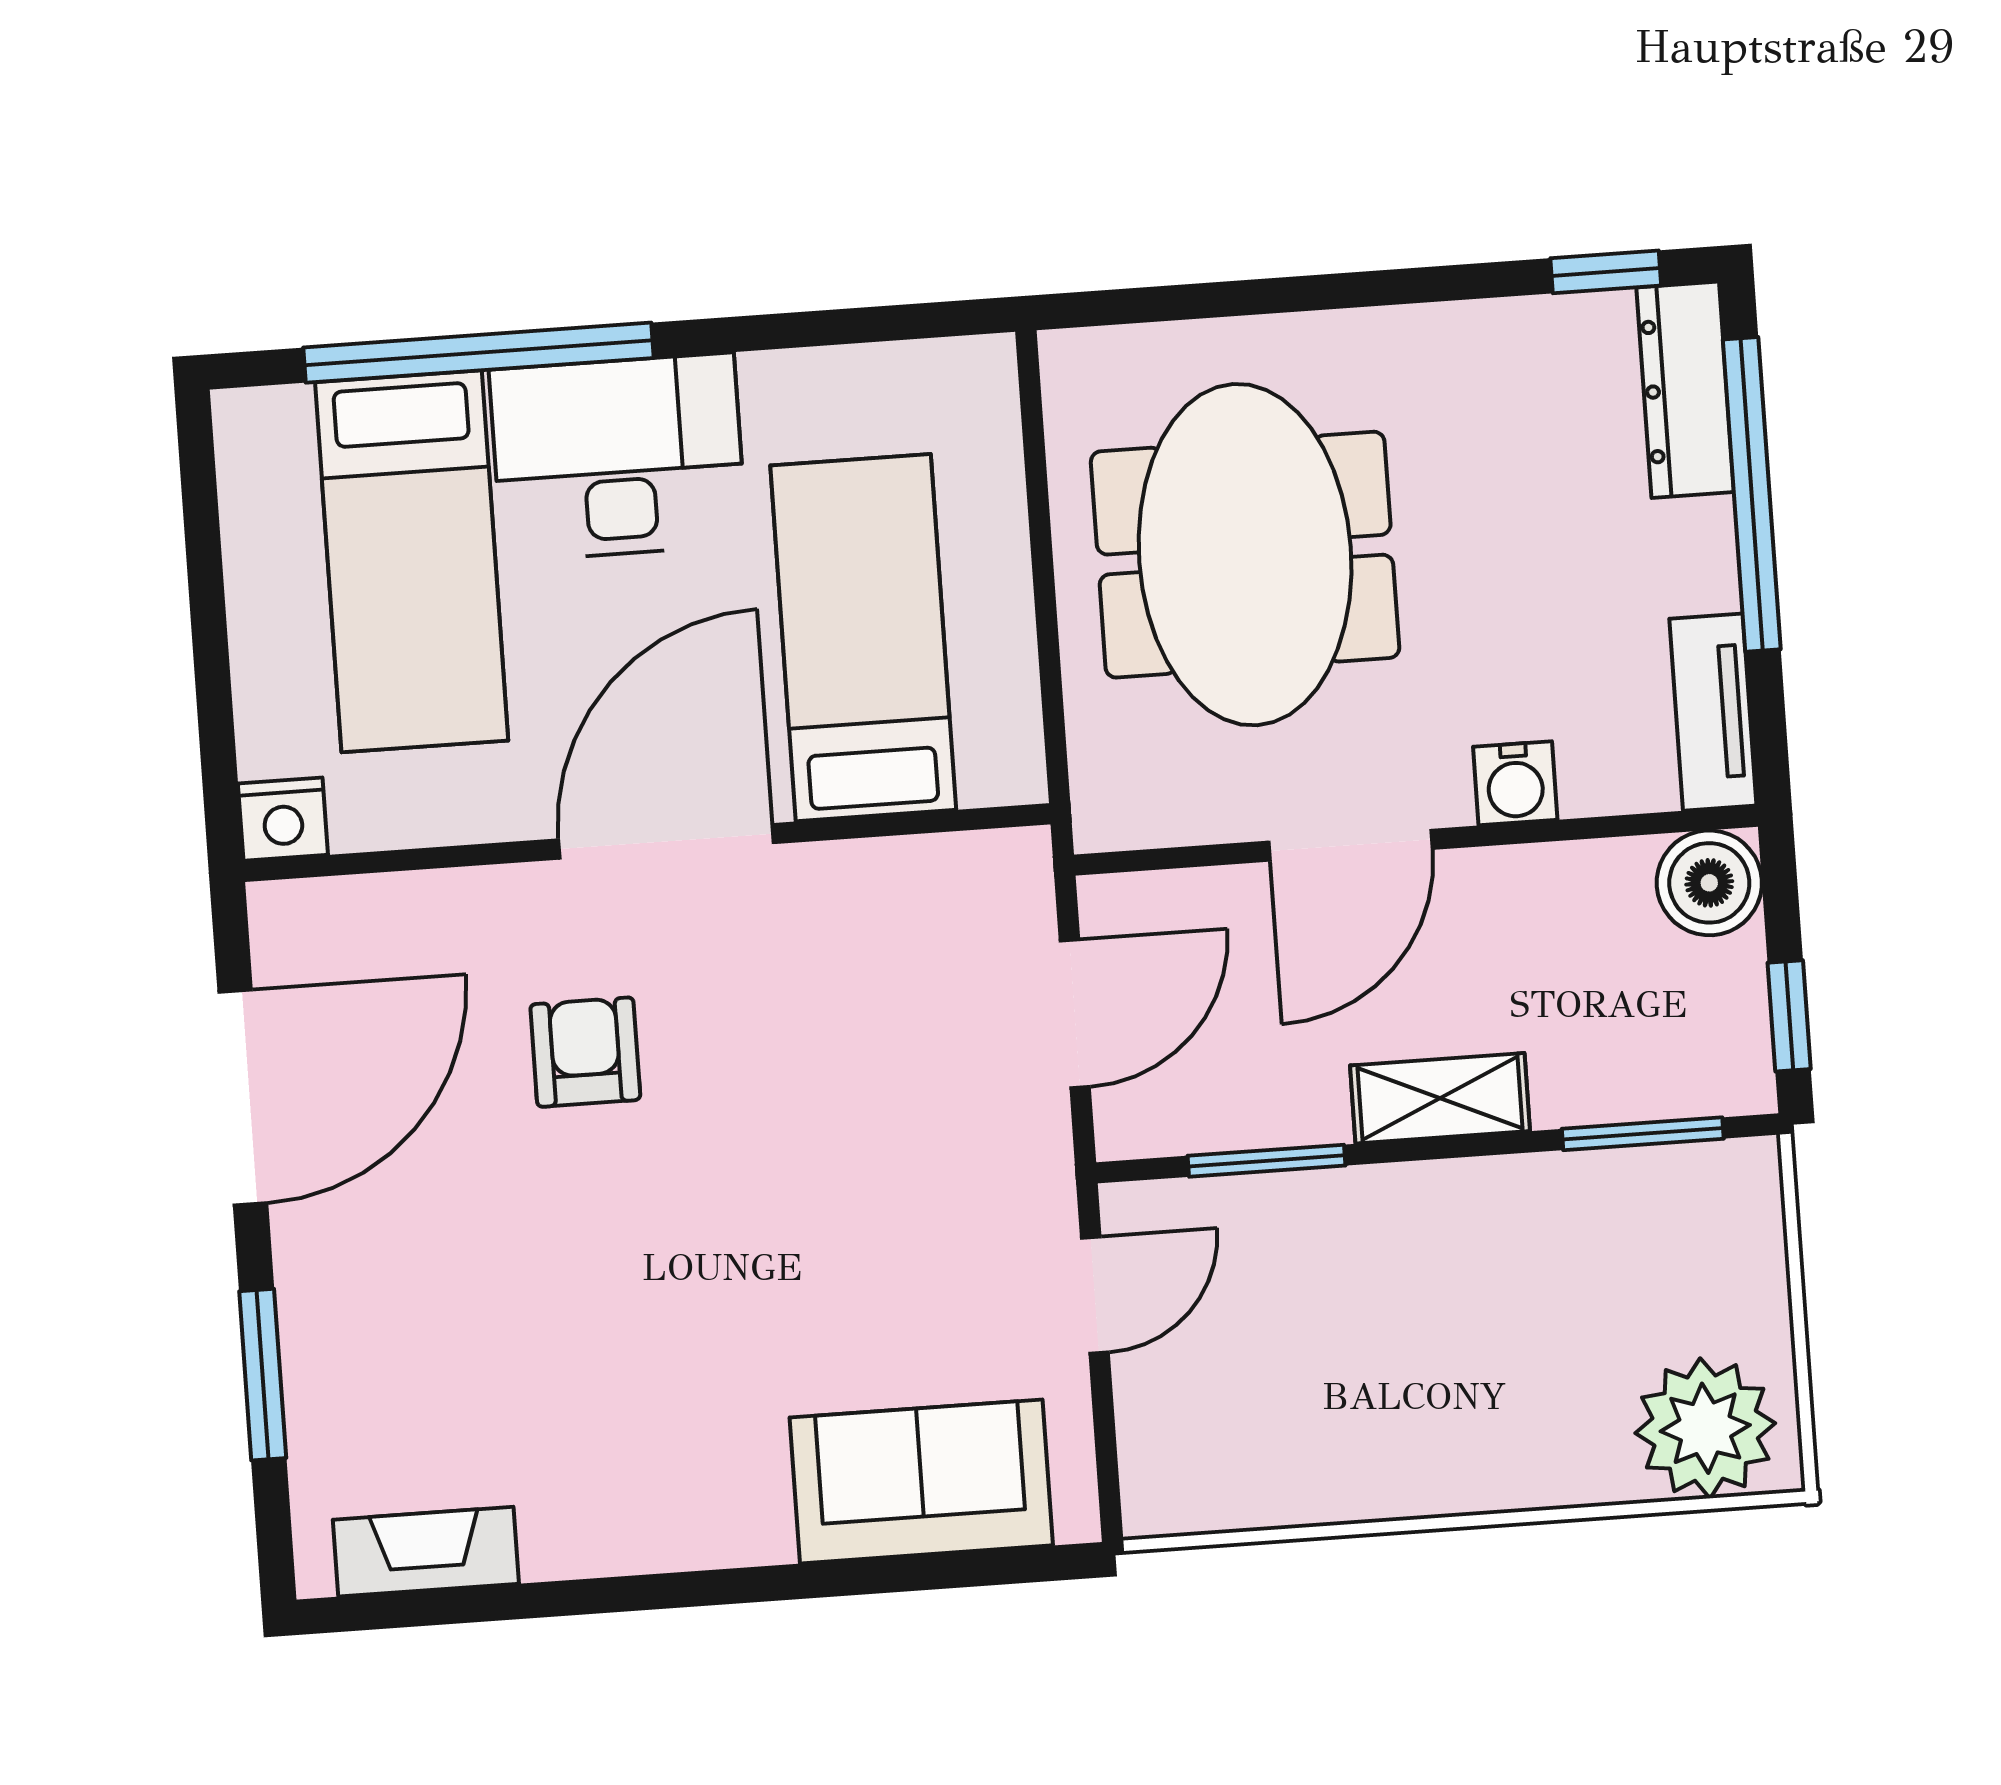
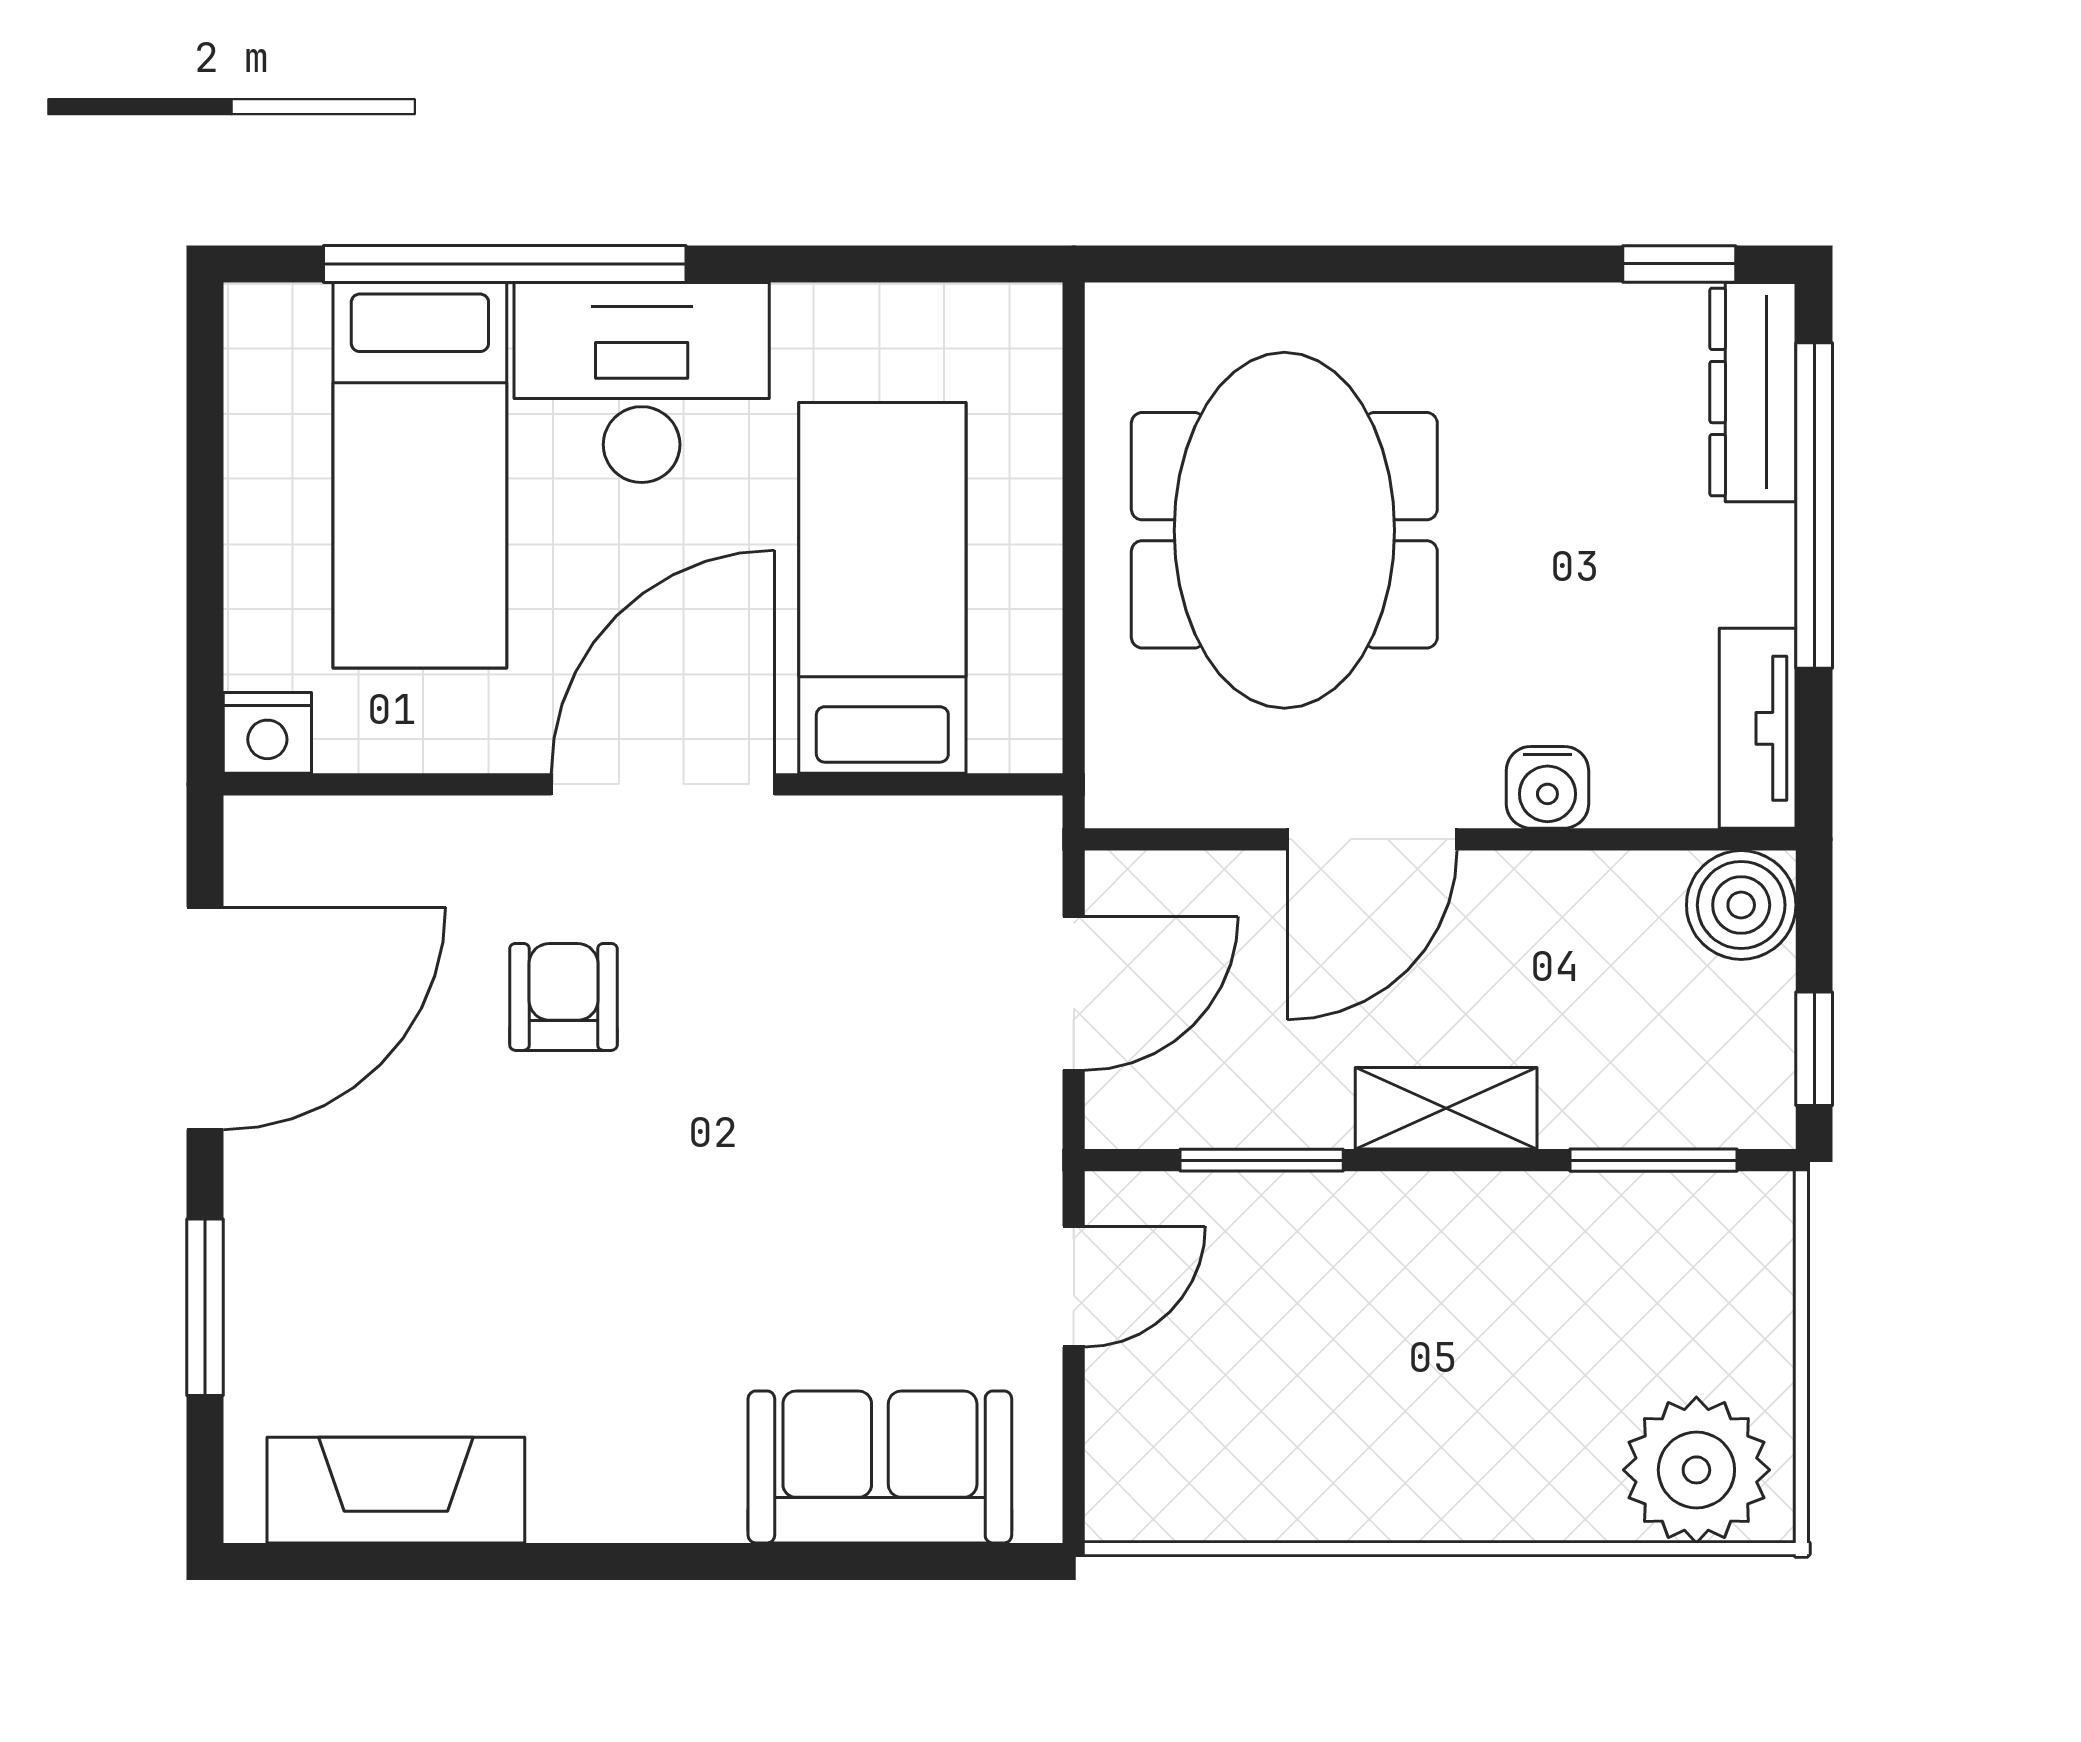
fireplace: (426, 1552) -> (396, 1490), width x1.37, depth x1.32

